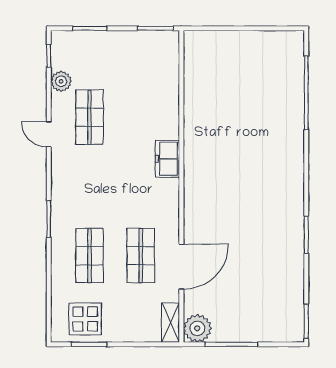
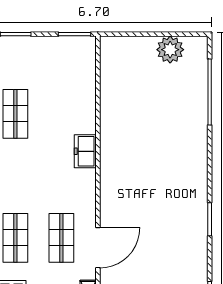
plant: (262, 45) -> (170, 50), added

